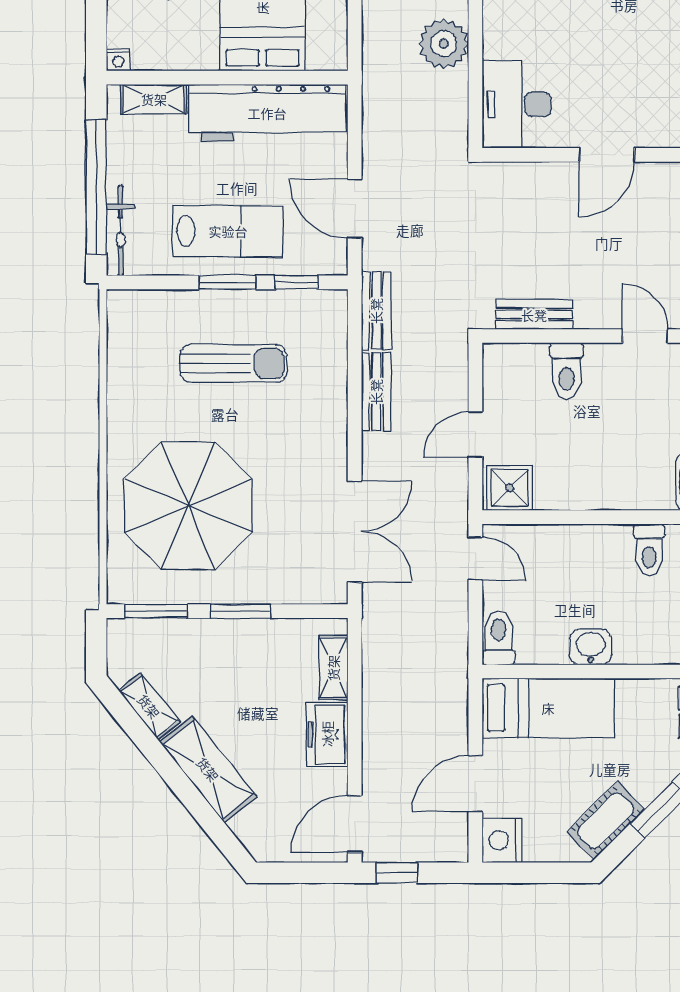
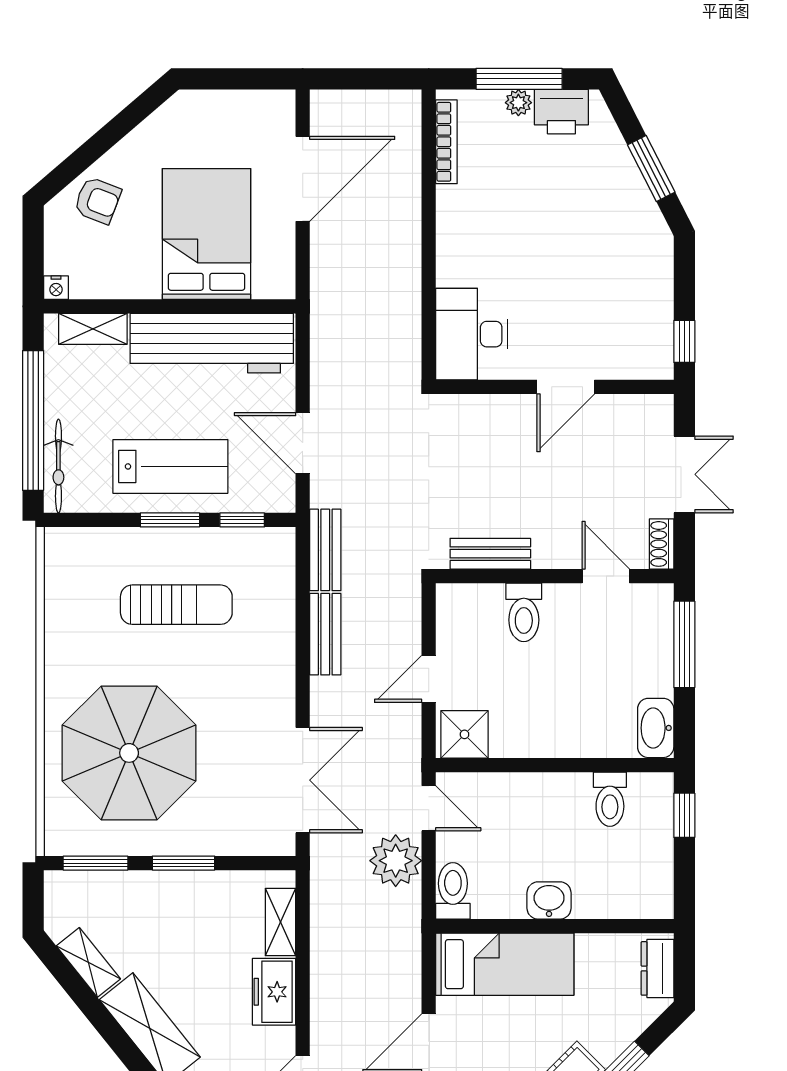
plant: (444, 44) -> (396, 861), moved

